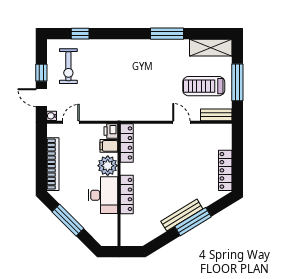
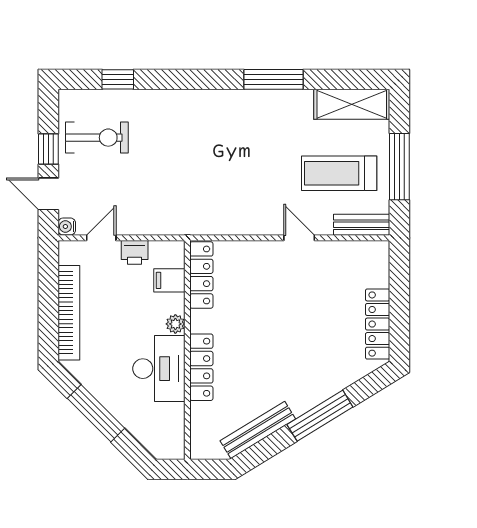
exercise bike: (68, 66) -> (97, 138), turned -90
printer: (111, 131) -> (135, 252), moved, turned -90
plant: (108, 166) -> (175, 324), width x0.53, depth x0.53
bench: (182, 215) -> (258, 430), moved

